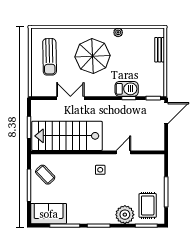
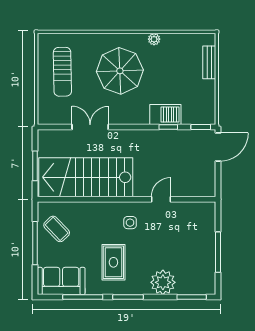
rug: (148, 205) -> (113, 262), moved

